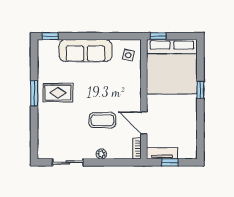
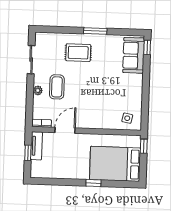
sofa: (85, 51) -> (134, 55), moved, width x0.73
bed: (172, 67) -> (115, 164), width x0.73
rug: (58, 93) -> (78, 53), moved, turned 90
coffee table: (102, 120) -> (57, 87), moved

